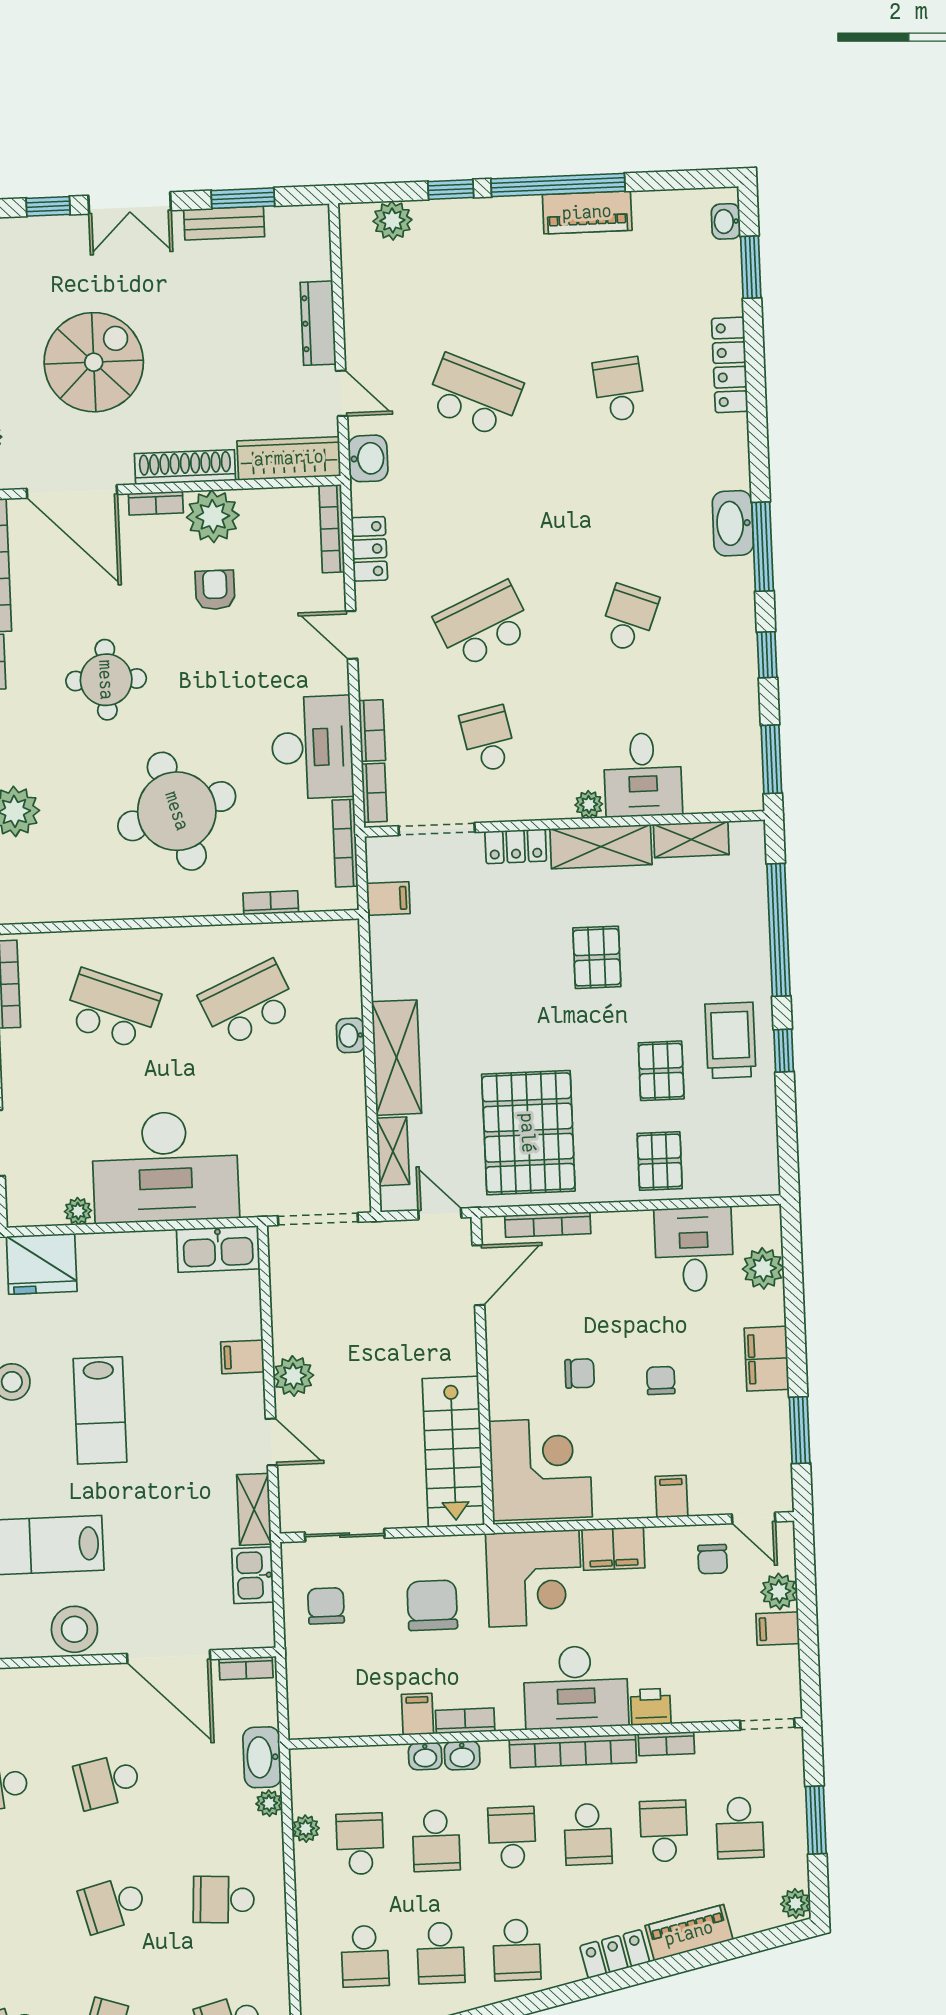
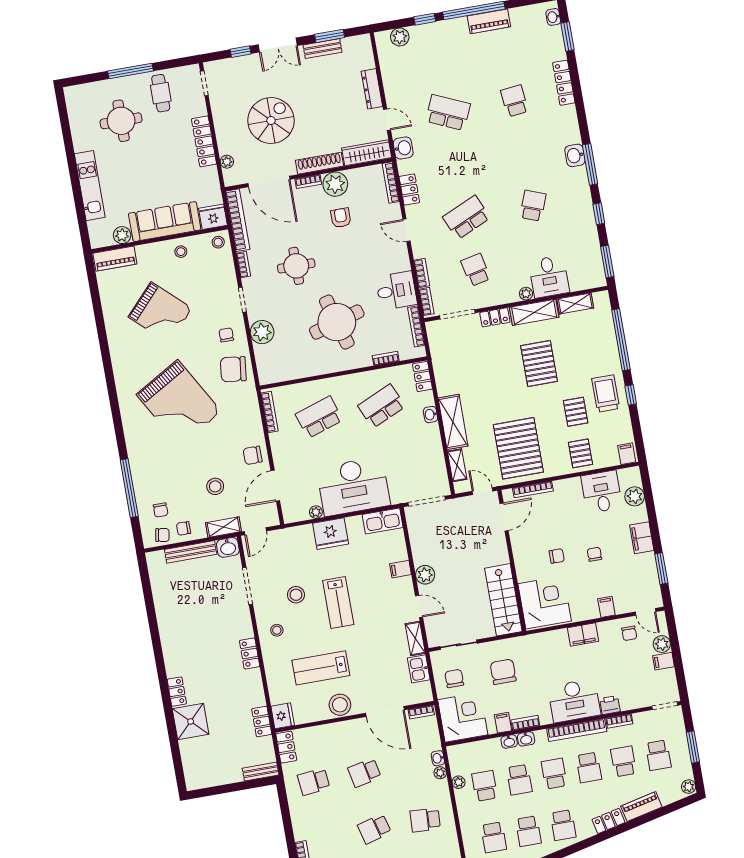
washbasin: (733, 523) -> (575, 155), width x0.72
desk: (312, 747) -> (396, 291), width x0.73
filing cabinet: (388, 898) -> (627, 454), moved, turned -90
locker: (344, 952) -> (422, 376), added
pallet: (597, 957) -> (539, 363), width x1.50, depth x1.42
school desk: (112, 1009) -> (319, 417), turned -39
fridge: (42, 1264) -> (331, 534), moved
corner desk: (534, 1578) -> (463, 717), moved, turned -90
washbasin: (262, 1757) -> (438, 758), width x0.52, depth x0.69

